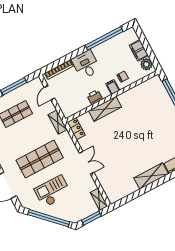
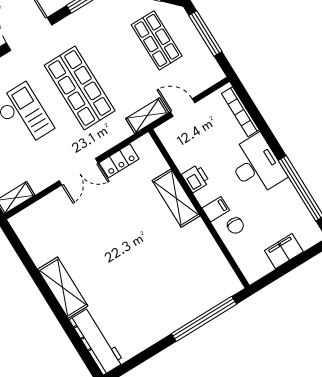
plant: (146, 64) -> (260, 266), removed
desk: (86, 65) -> (256, 165), width x1.37
door: (49, 93) -> (183, 107), moved
locker: (76, 129) -> (119, 161), moved

